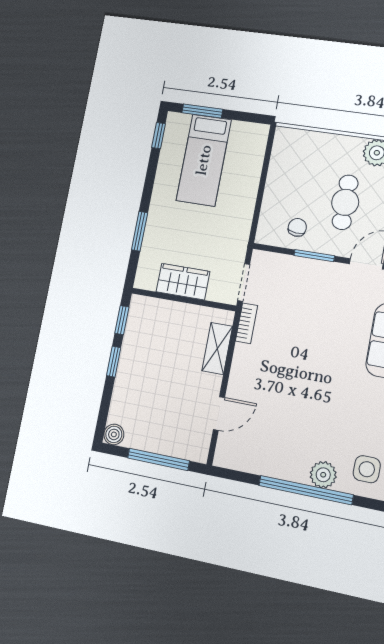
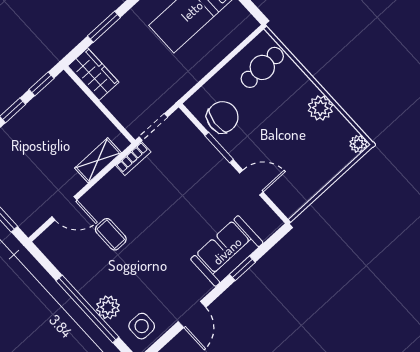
cafe table: (345, 202) -> (262, 67), moved
chair: (297, 227) -> (223, 117), width x1.87, depth x1.87
wardrobe: (183, 282) -> (93, 74), moved
coffee table: (276, 406) -> (111, 234), added

